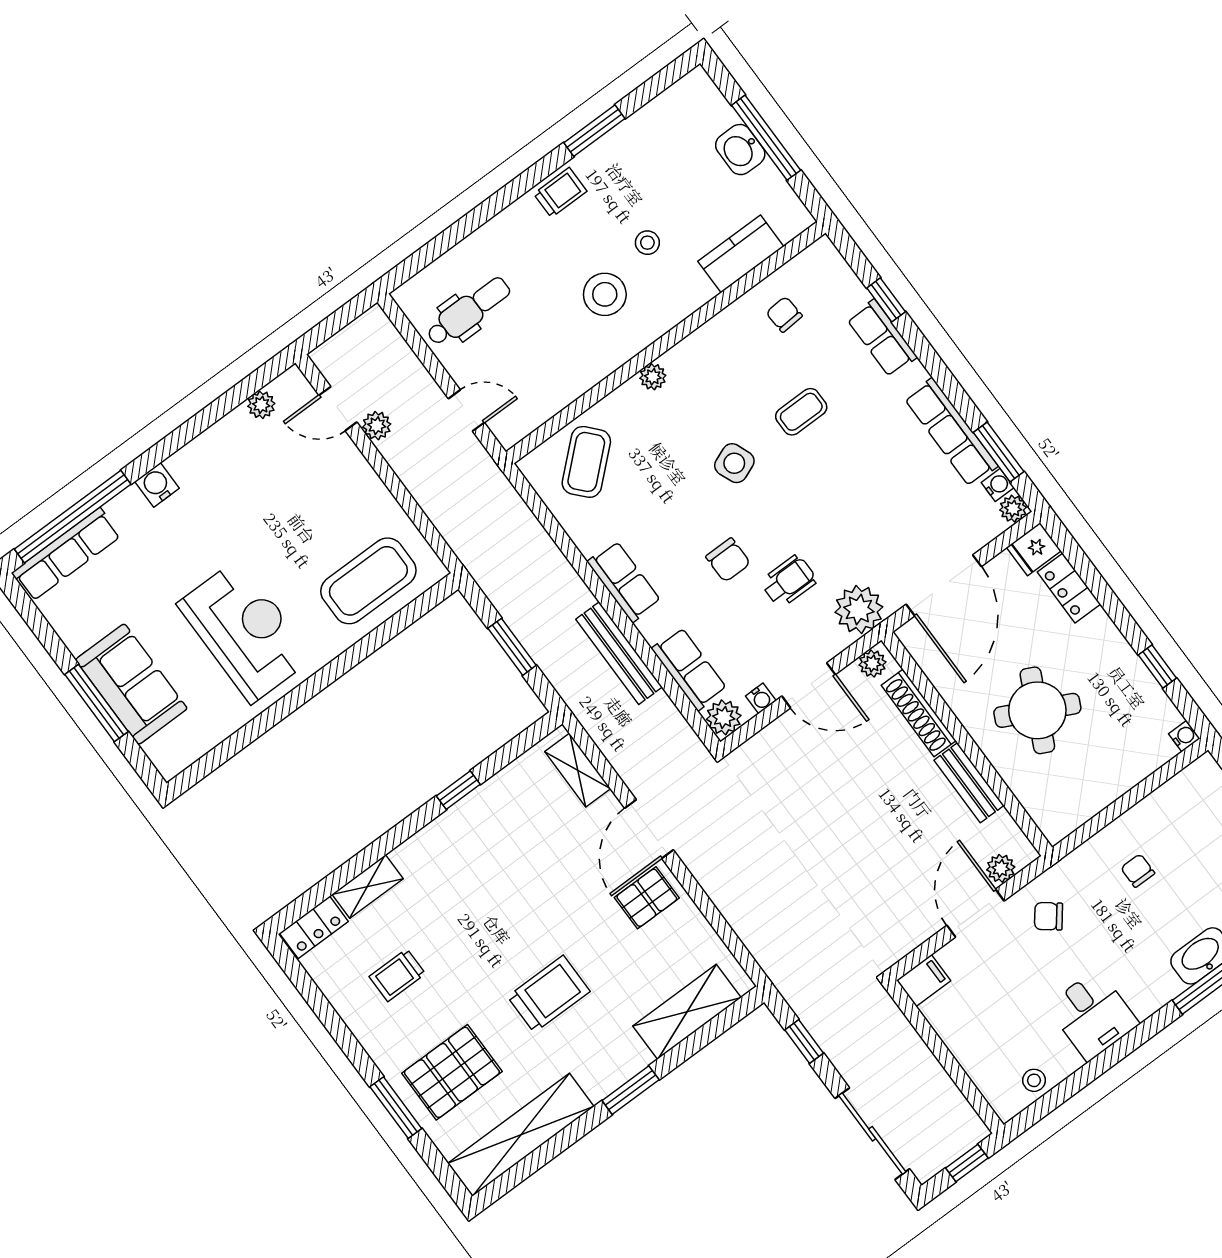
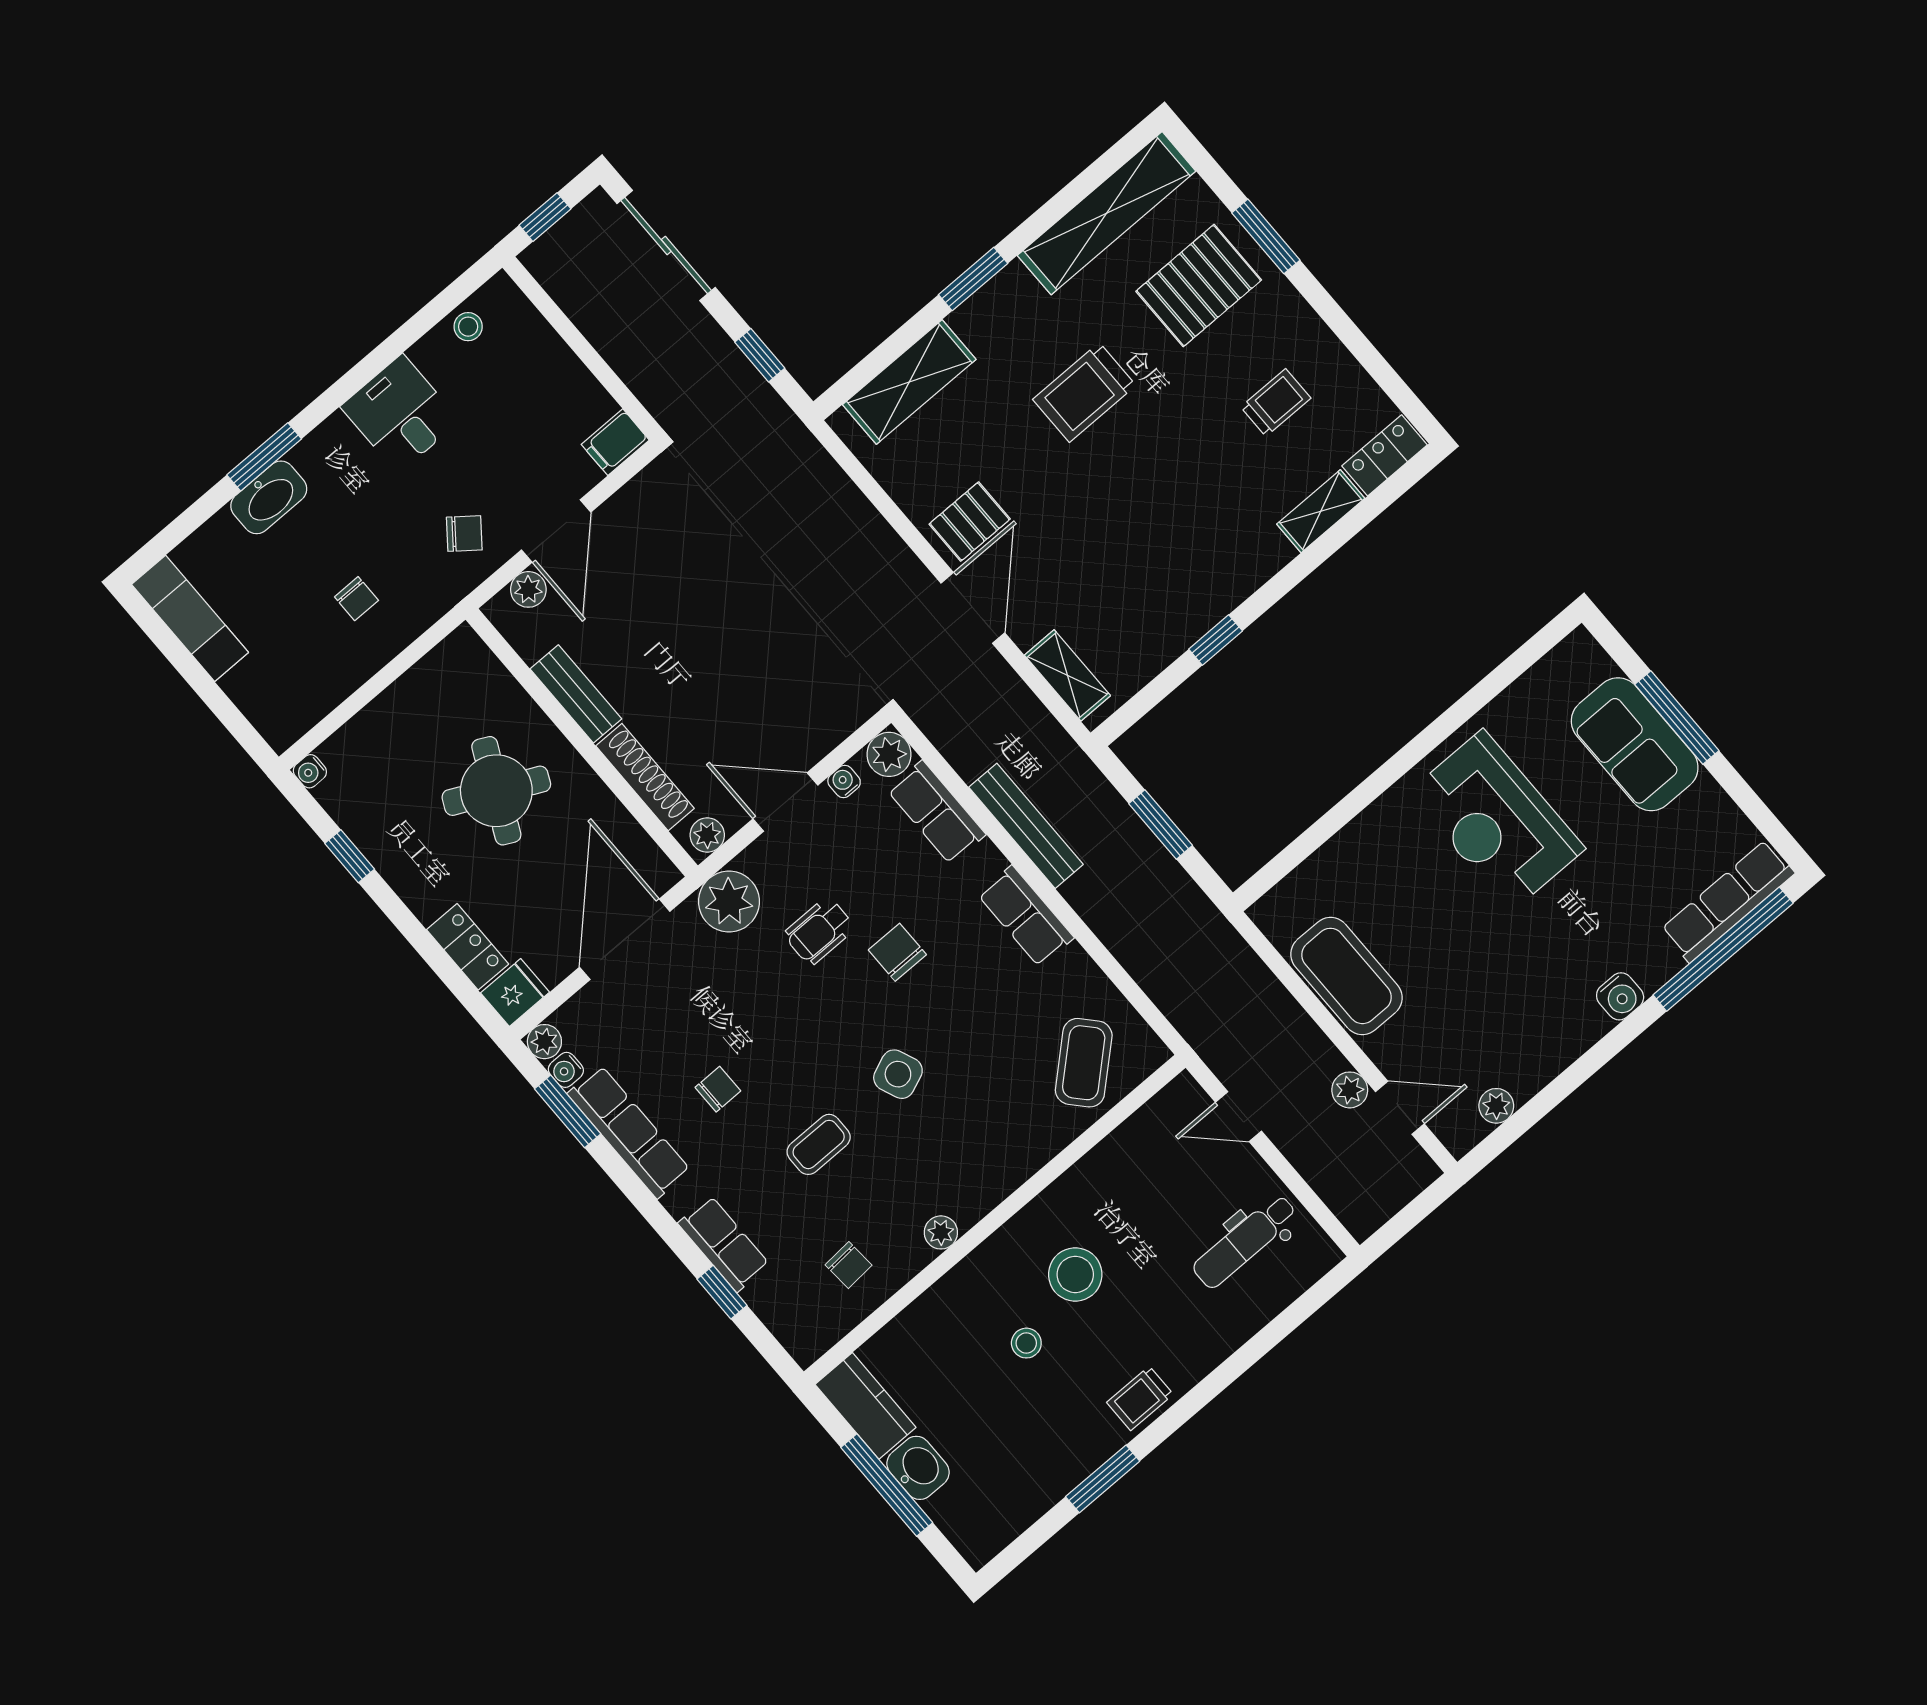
kitchen counter: (741, 254) -> (866, 1406), moved, turned -90
plant: (653, 377) -> (941, 1232), moved
chair: (878, 461) -> (718, 1089), added
coffee table: (368, 581) -> (1346, 976), moved, turned 90

